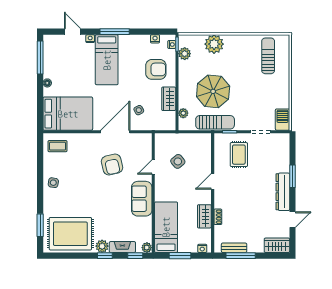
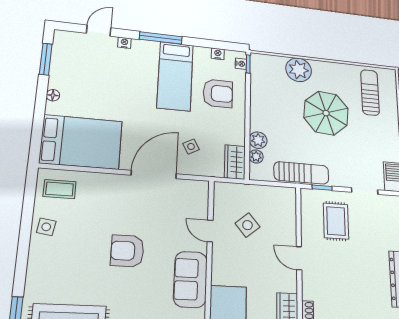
door: (72, 32) -> (99, 31), hinge flipped
plant: (185, 54) -> (258, 140), moved
window: (40, 57) -> (46, 59), width x0.69
bed: (107, 60) -> (175, 76), moved
parasol: (213, 91) -> (326, 113), moved
wardrobe: (169, 99) -> (235, 162), moved
armchair: (112, 164) -> (127, 251), moved, turned 103
door: (153, 167) -> (210, 231), hinge flipped
door: (213, 181) -> (299, 258), hinge flipped
side table: (53, 183) -> (46, 227), moved

